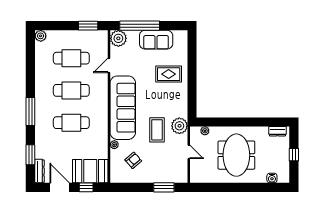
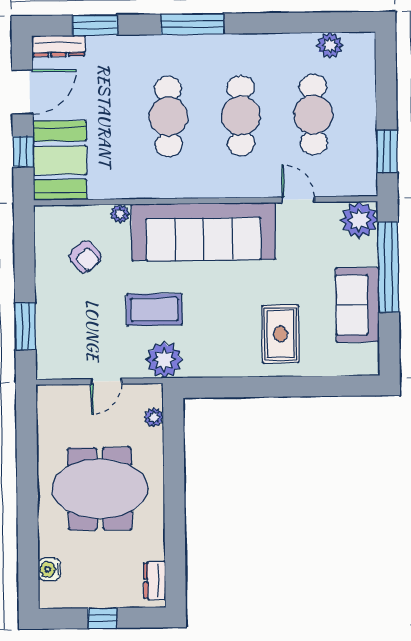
plant: (41, 36) -> (330, 45), moved

